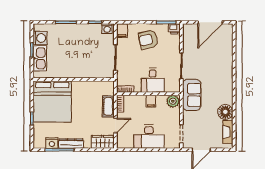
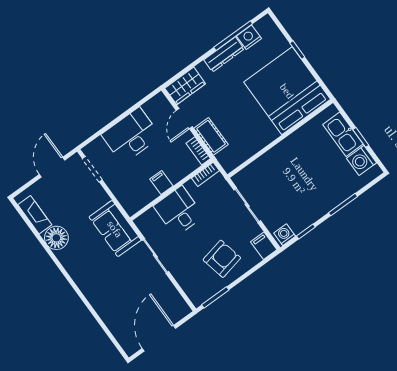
printer: (174, 29) -> (199, 297), removed
plant: (173, 101) -> (133, 203), removed

